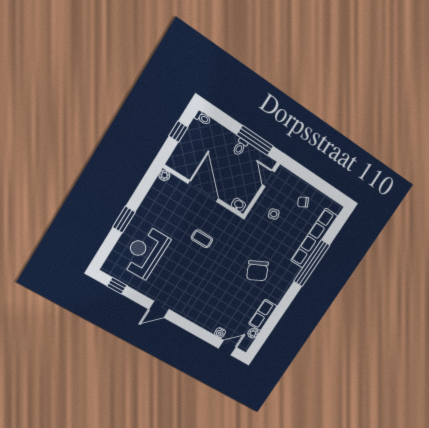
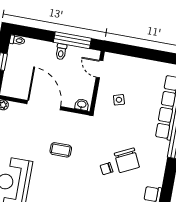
chair: (303, 202) -> (107, 169), moved

